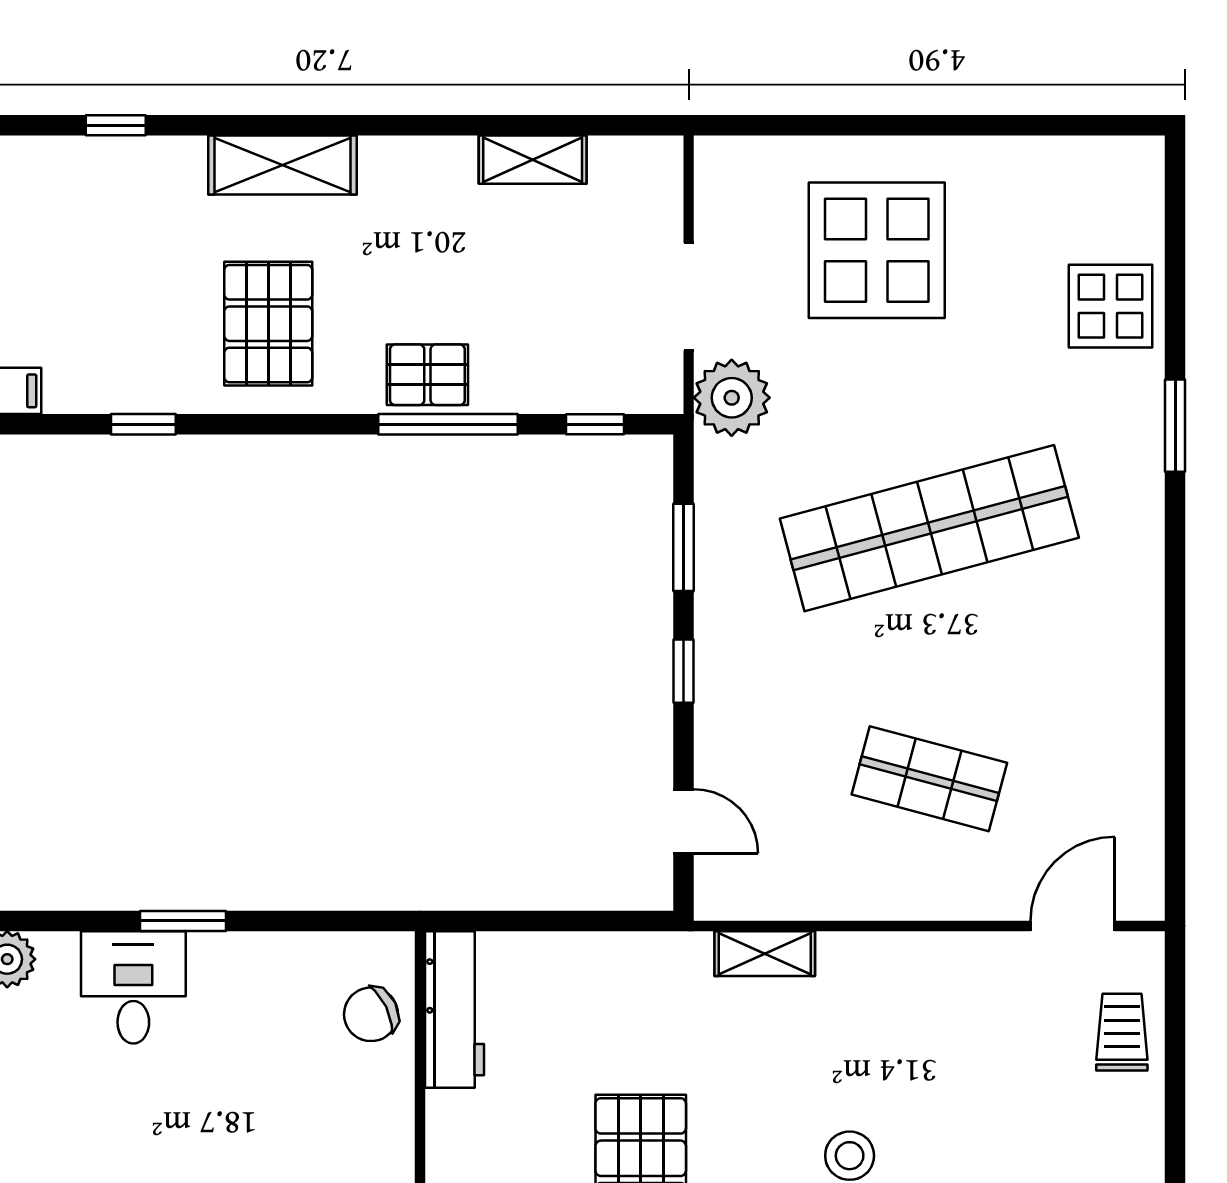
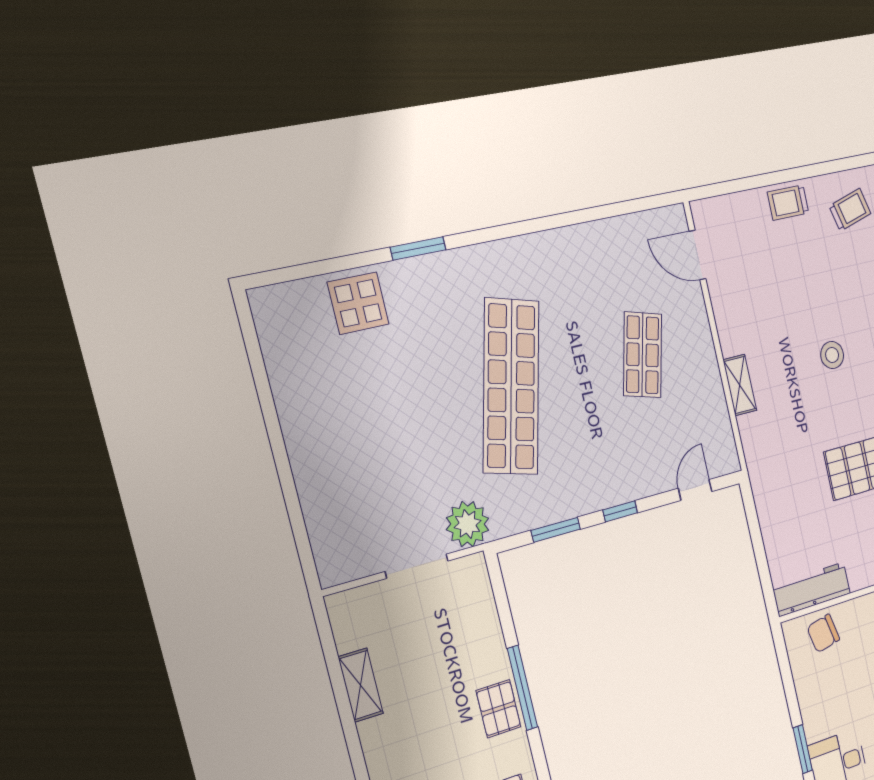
display table: (877, 250) -> (361, 458), removed
window: (595, 424) -> (502, 601), removed
shop shelf: (929, 528) -> (511, 387), turned 30
shelving: (765, 954) -> (740, 385), moved
chair: (371, 1014) -> (823, 633), turned 104
trolley: (1122, 1032) -> (788, 203), moved

